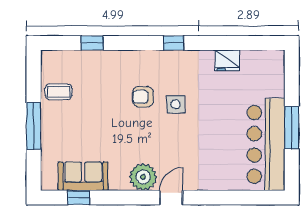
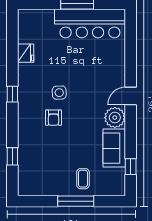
coffee table: (58, 92) -> (83, 179), moved
sofa: (83, 176) -> (114, 148), moved
door: (171, 198) -> (131, 96), hinge flipped

